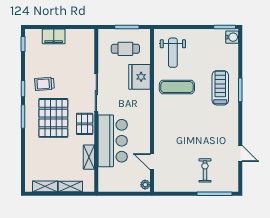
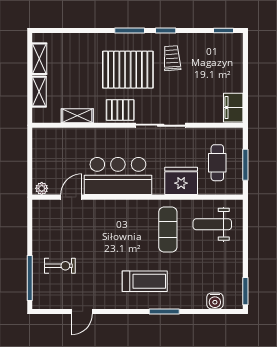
filing cabinet: (54, 36) -> (233, 108), moved
water cooler: (232, 37) -> (215, 301), moved
treadmill: (220, 88) -> (145, 281), moved
bar counter: (113, 141) -> (118, 176), moved, turned 180

